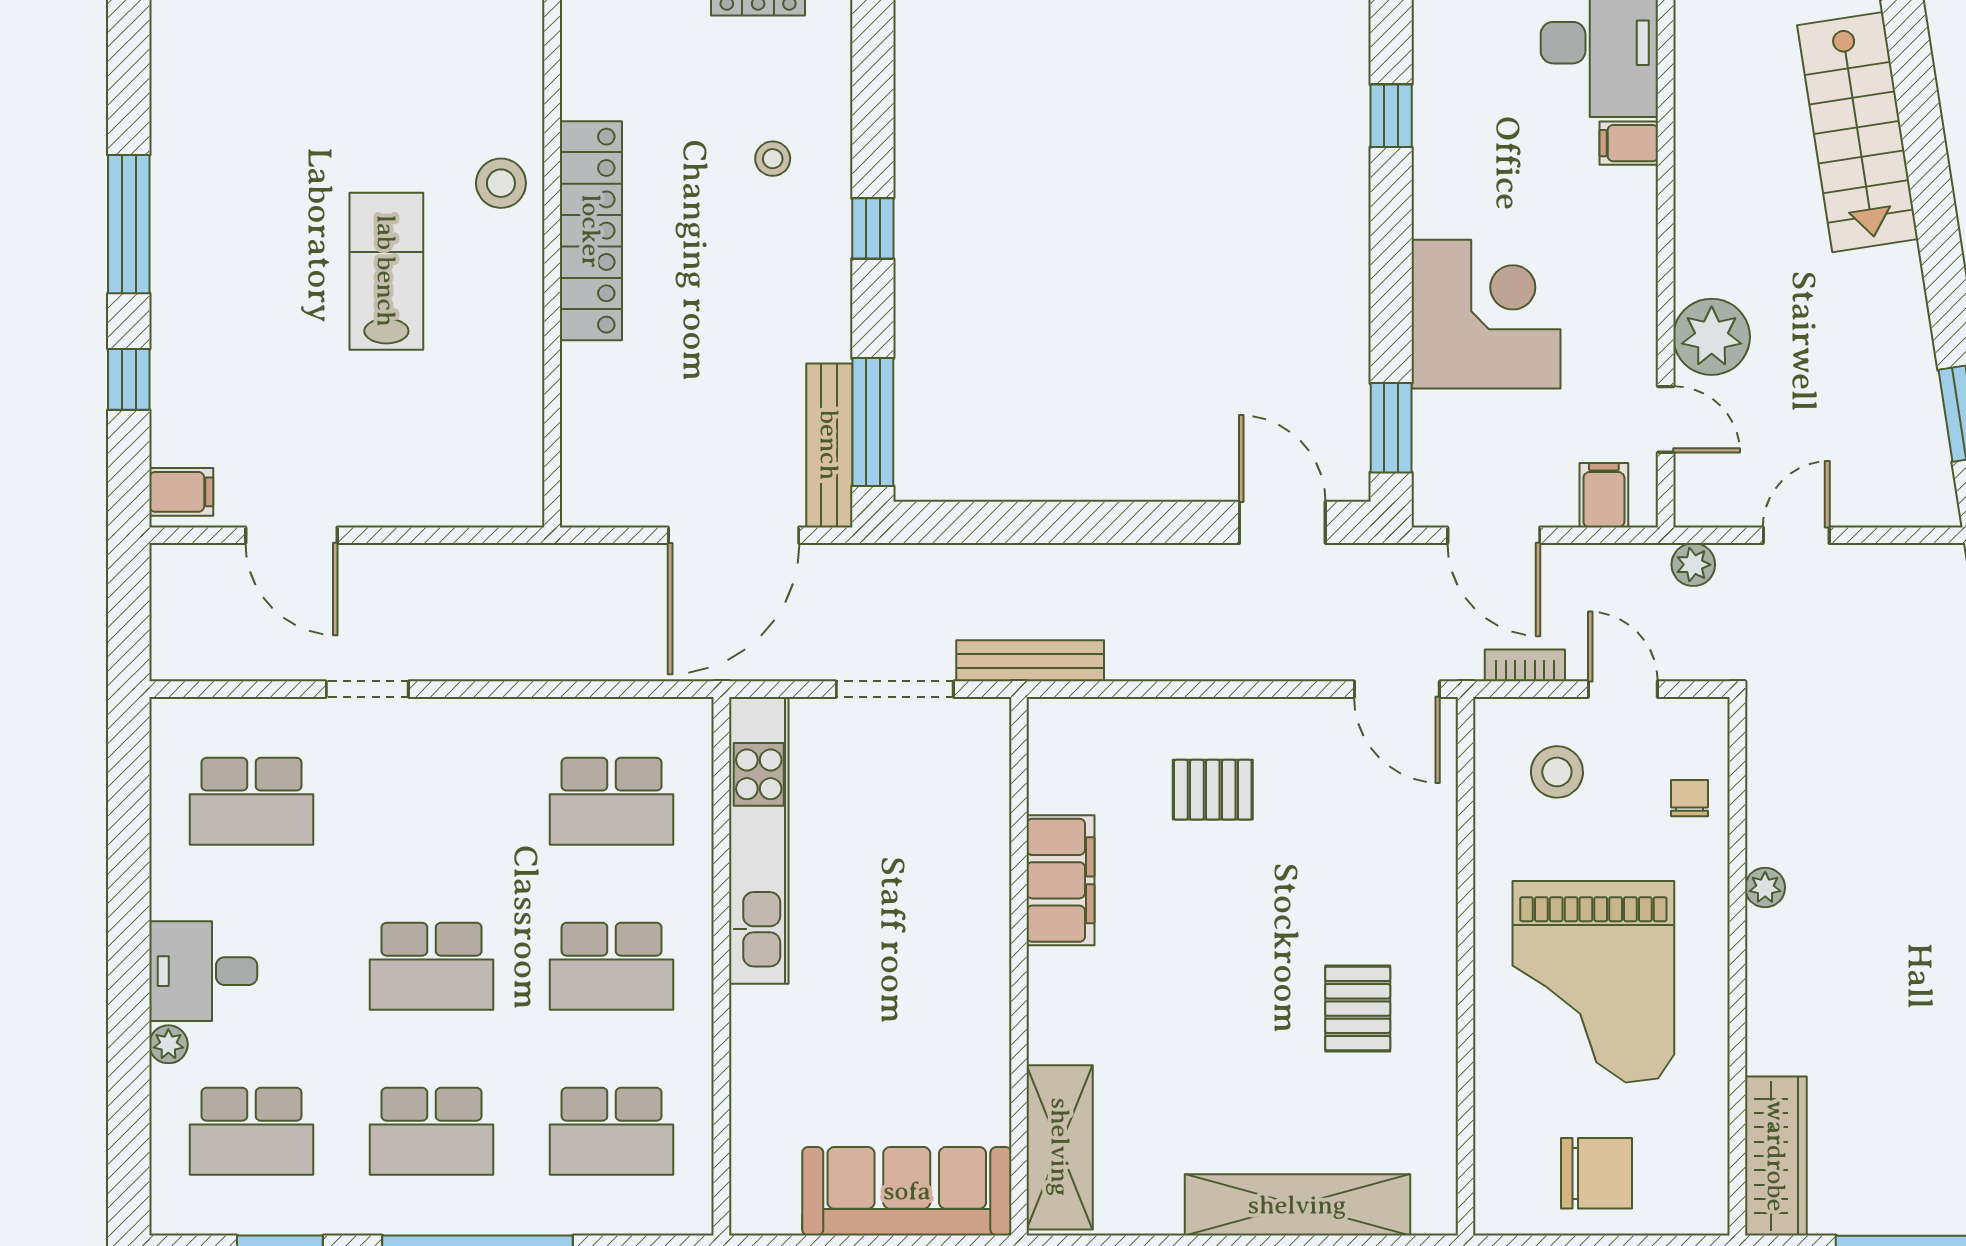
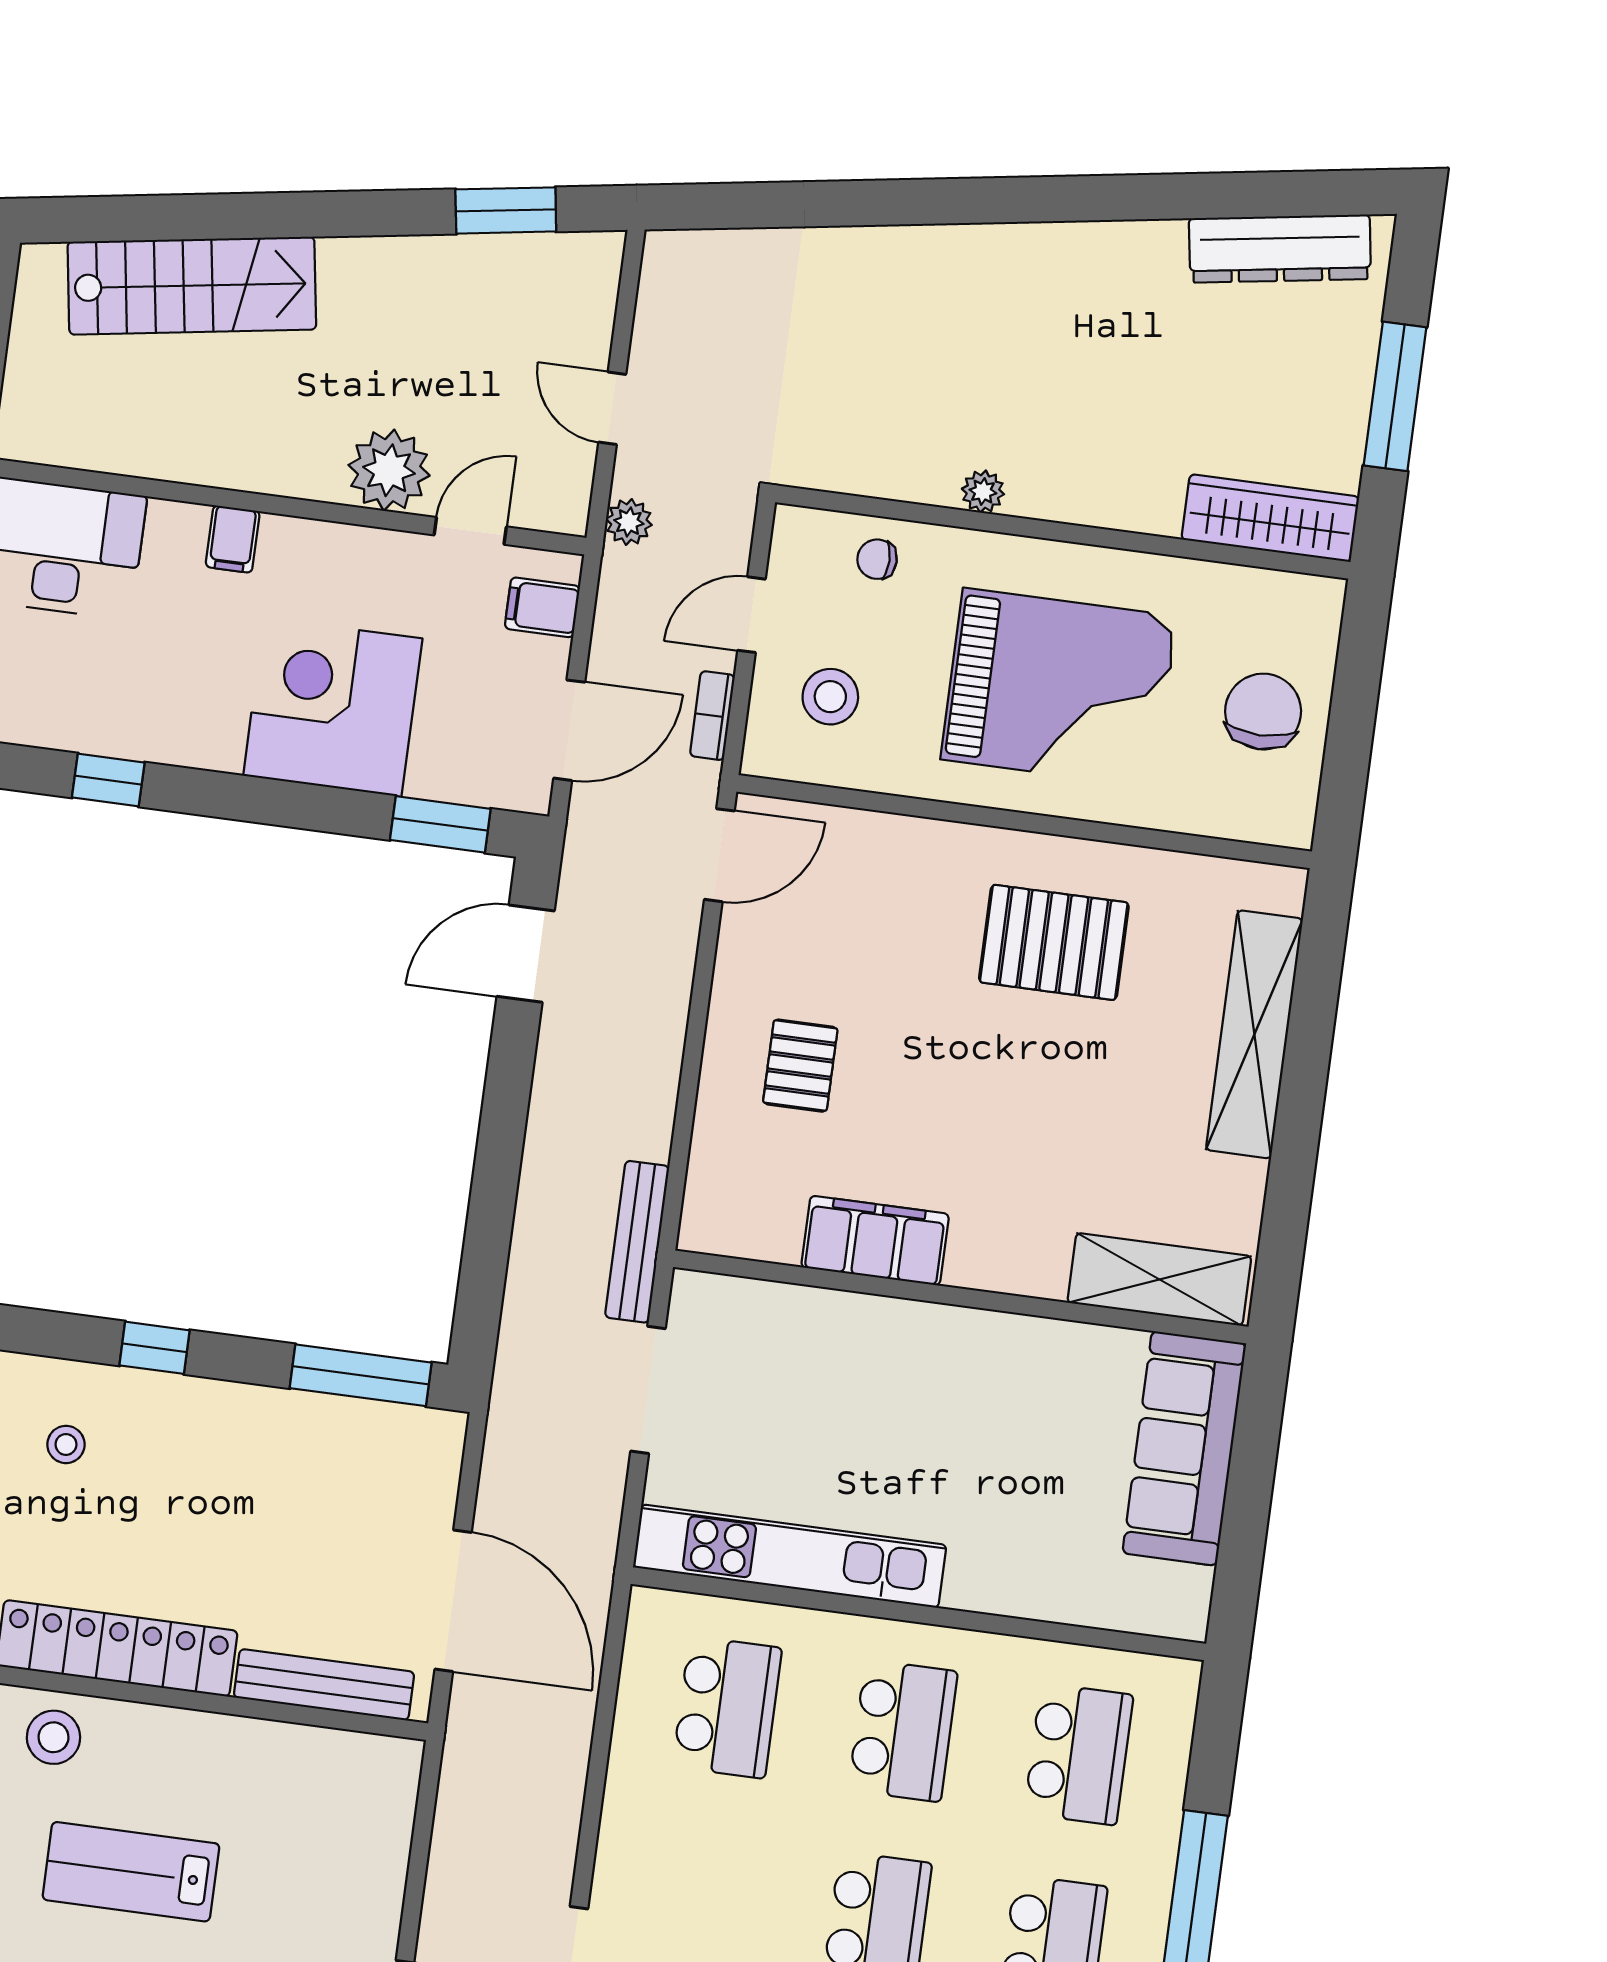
filing cabinet: (1629, 143) -> (233, 539), moved
bench: (829, 445) -> (324, 1685), moved
door: (734, 535) -> (453, 1601), moved
pallet: (1358, 1009) -> (1054, 942), width x1.50, depth x1.42

